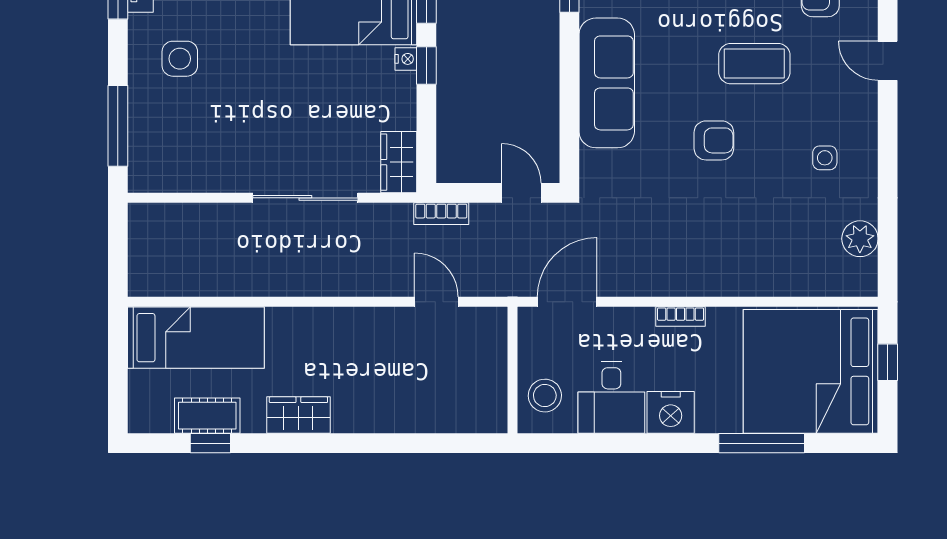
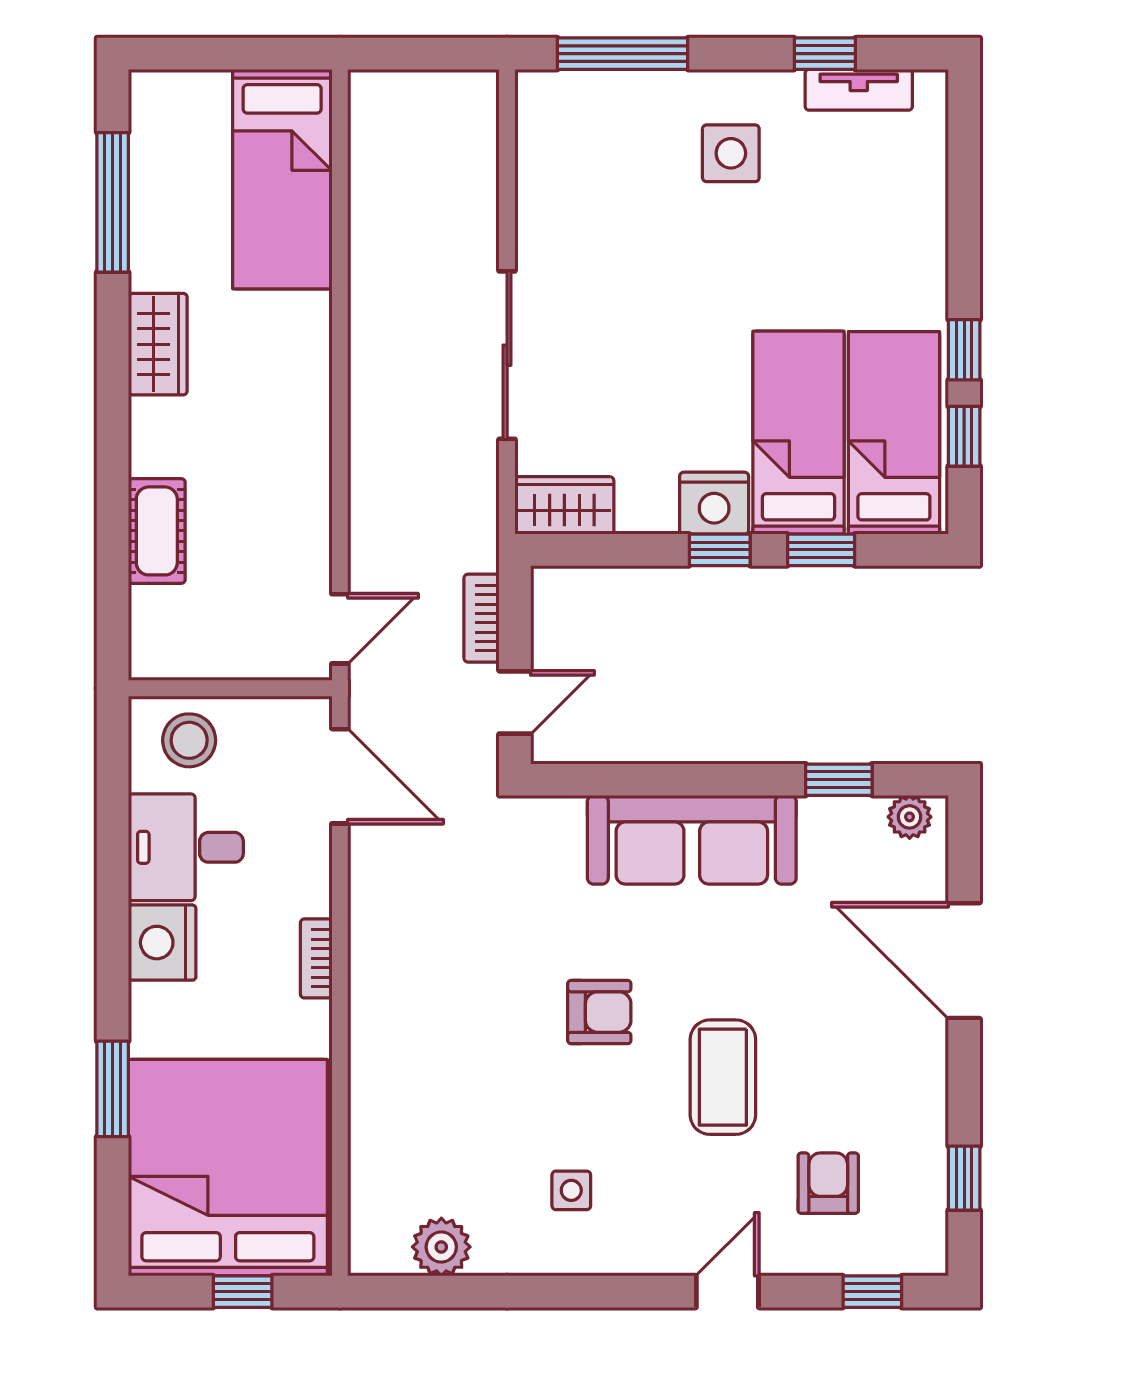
nightstand: (406, 59) -> (714, 503), width x1.89, depth x1.79
armchair: (714, 140) -> (599, 1012), turned -90
bookcase: (441, 214) -> (482, 618), moved
door: (436, 302) -> (340, 629), moved
cot: (207, 416) -> (157, 531), moved
window: (210, 443) -> (113, 202), width x2.17
window: (762, 443) -> (113, 1089), width x0.69

